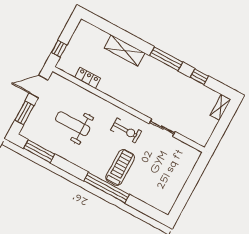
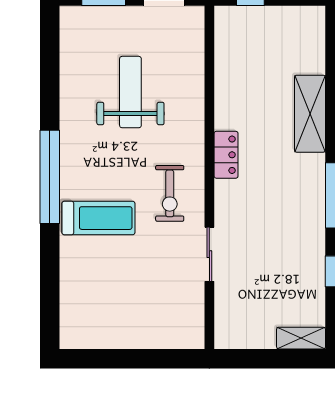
locker: (88, 78) -> (226, 155), moved
window: (39, 151) -> (50, 59), removed
window: (107, 188) -> (50, 177), moved

